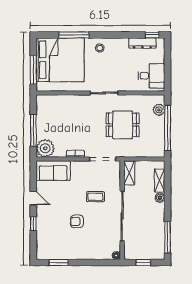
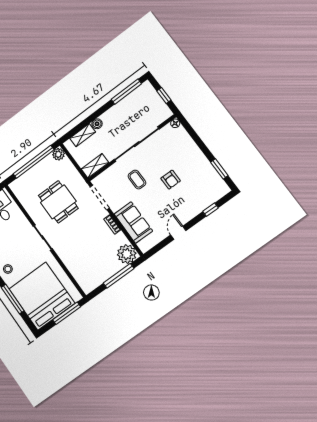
plant: (159, 110) -> (58, 154), moved
sofa: (53, 171) -> (133, 222), moved
window: (33, 224) -> (210, 210), moved

